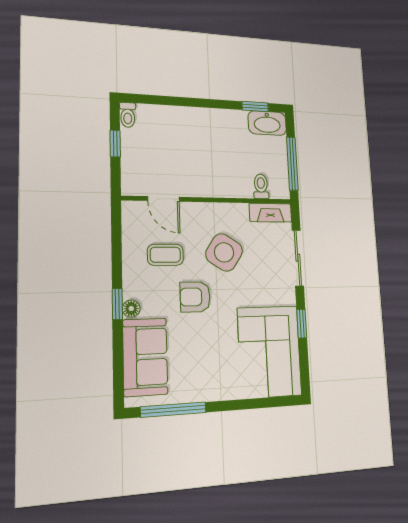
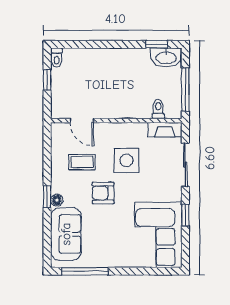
side table: (224, 252) -> (126, 160), turned -33

